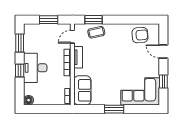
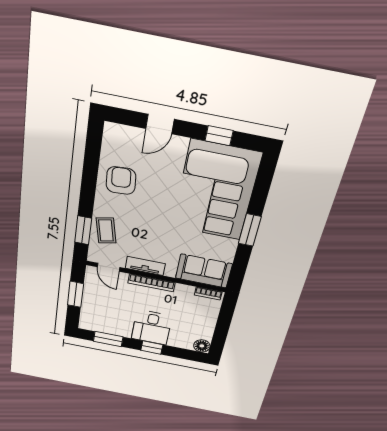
armchair: (140, 35) -> (121, 181), moved
desk: (35, 68) -> (152, 327), width x0.73
corner sofa: (140, 91) -> (216, 191), width x1.36, depth x1.36

